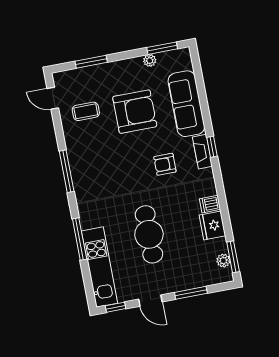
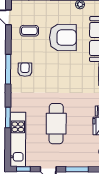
armchair: (165, 164) -> (25, 70), moved, turned 90
window: (80, 239) -> (8, 117), width x0.69

